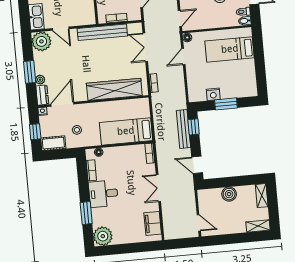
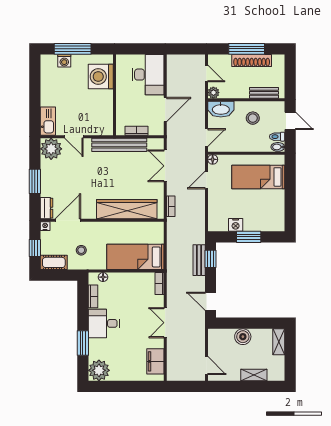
plant: (40, 80) -> (46, 191), removed
bench: (183, 129) -> (199, 260), width x0.73
shelving: (258, 226) -> (254, 375), moved

